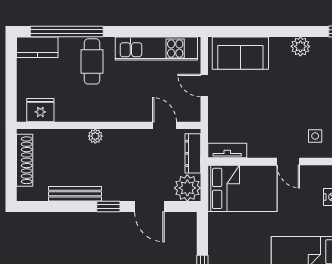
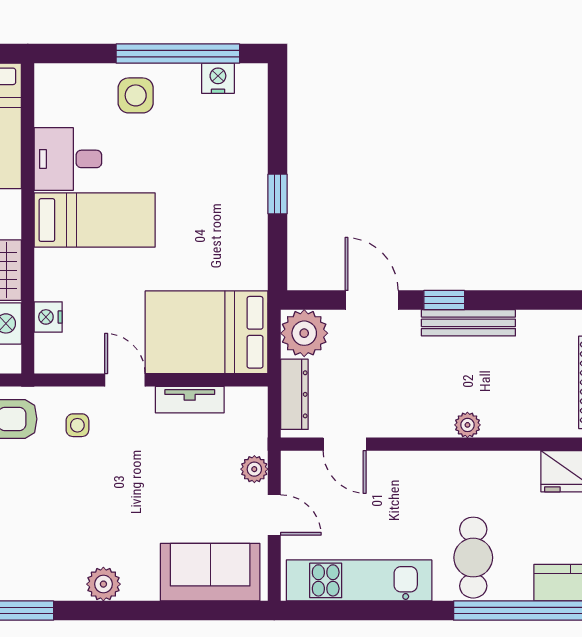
plant: (215, 111) -> (254, 469), added
tv unit: (227, 150) -> (190, 400), moved
bench: (75, 194) -> (468, 323), moved

